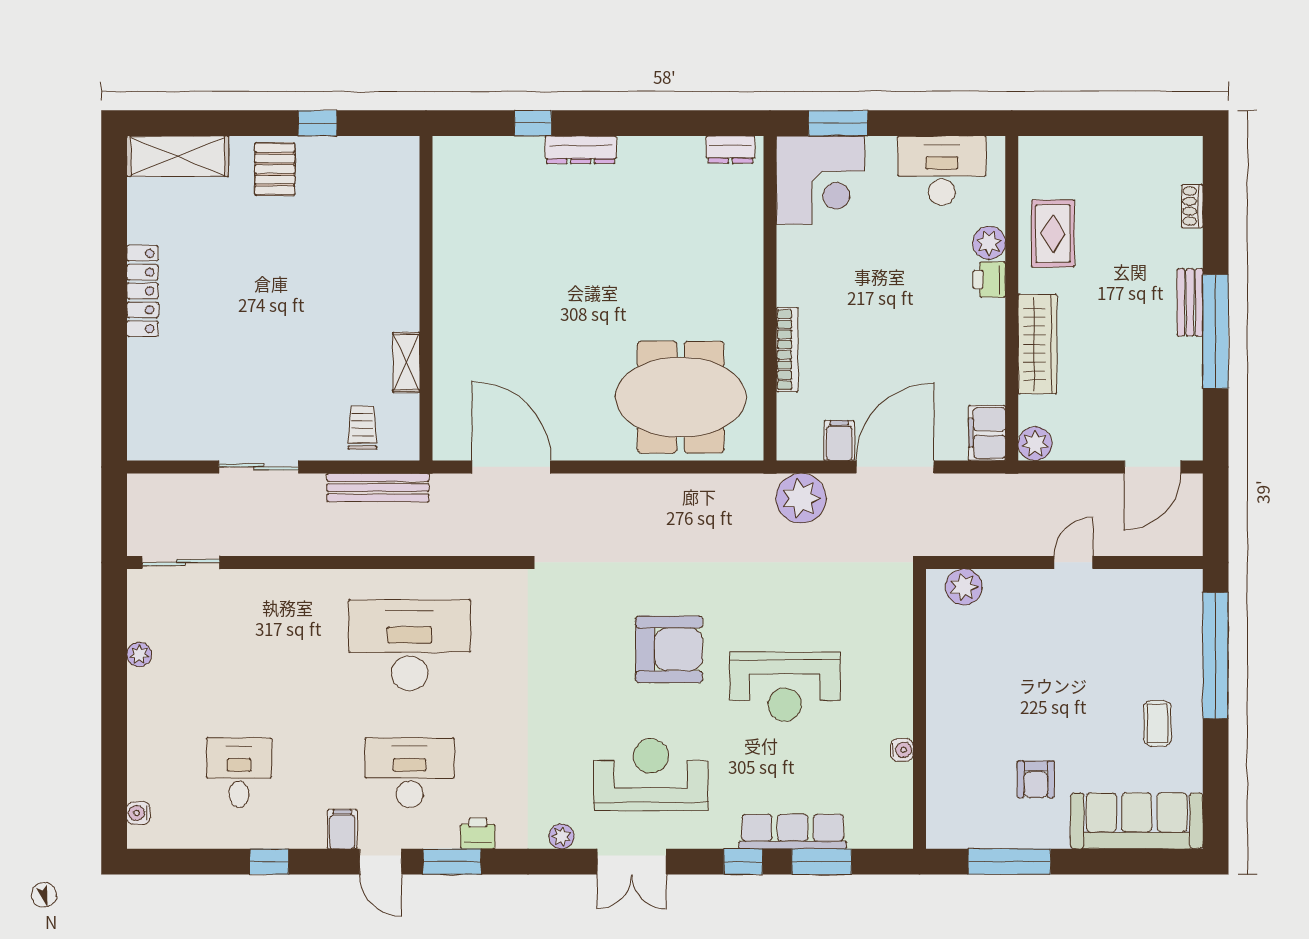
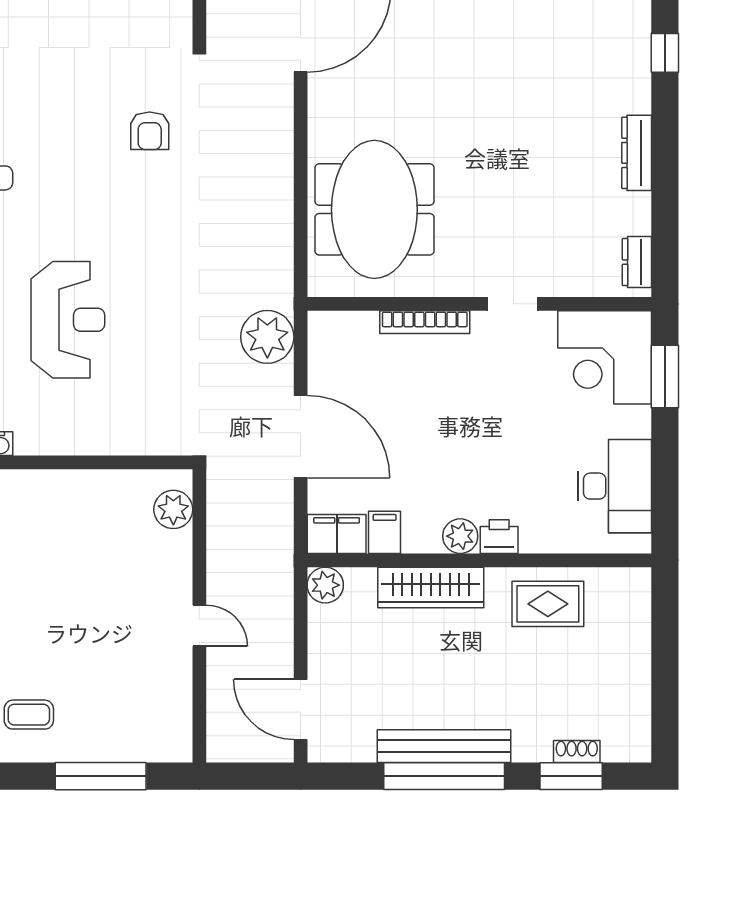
dresser: (581, 150) -> (637, 153), moved
window: (1216, 211) -> (571, 776), added
plant: (989, 243) -> (460, 536), moved
doorway: (770, 266) -> (513, 304), added
bench: (1190, 302) -> (444, 746), width x1.86, depth x1.21
filing cabinet: (839, 441) -> (385, 532), moved, turned -90
armchair: (669, 649) -> (150, 131), moved, width x0.53, depth x0.53
window: (1216, 656) -> (101, 776), width x0.68
reception desk: (785, 687) -> (68, 320), turned 180

